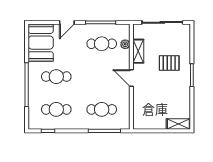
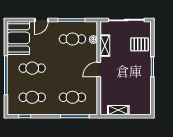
pallet: (169, 63) -> (140, 44), moved
door: (131, 78) -> (99, 69), hinge flipped
shelving: (178, 124) -> (118, 110), moved

